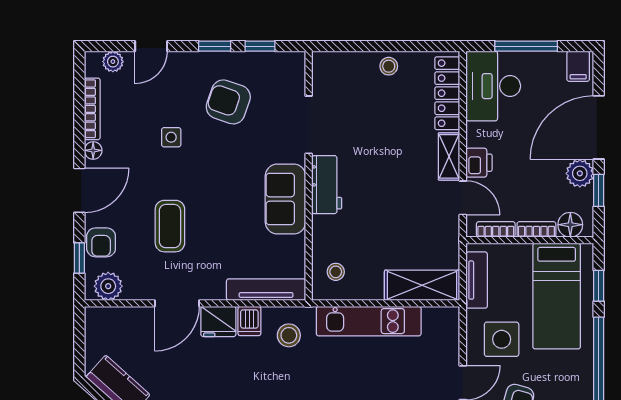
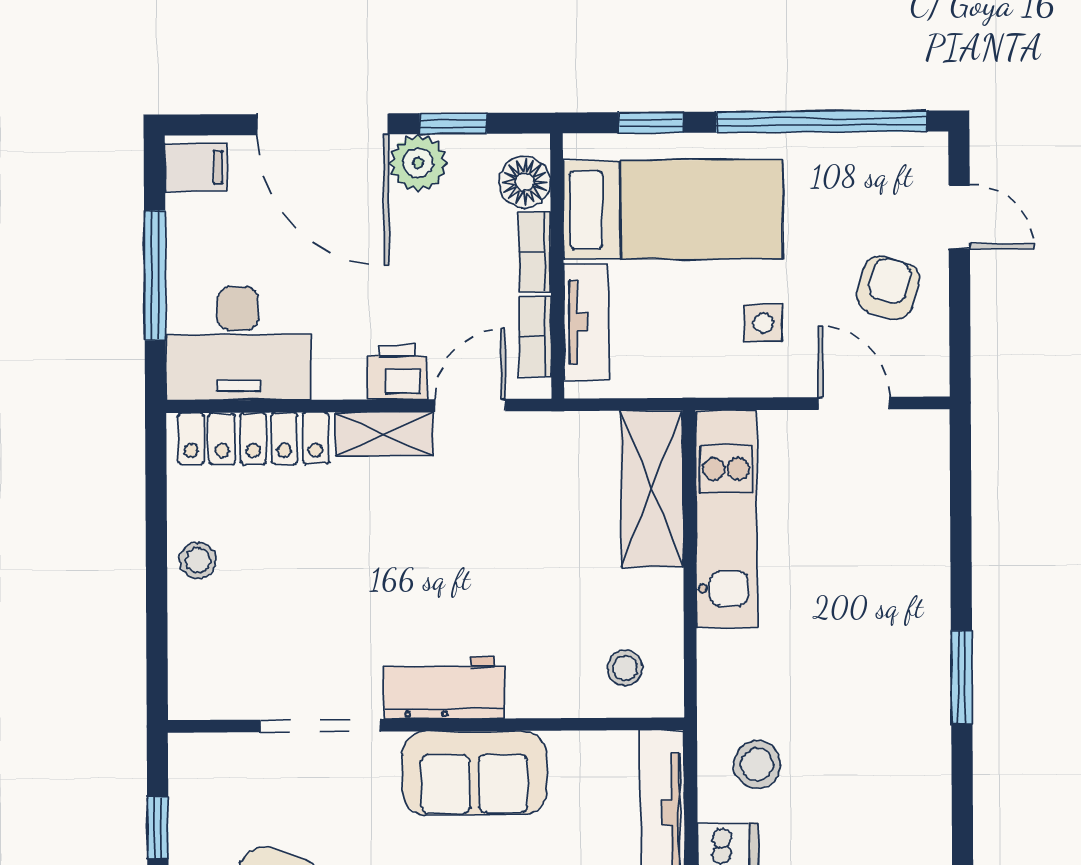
tv unit: (477, 280) -> (586, 322), moved, turned 90
kitchen unit: (369, 321) -> (726, 519), moved
side table: (502, 339) -> (763, 323), width x0.54, depth x0.54

